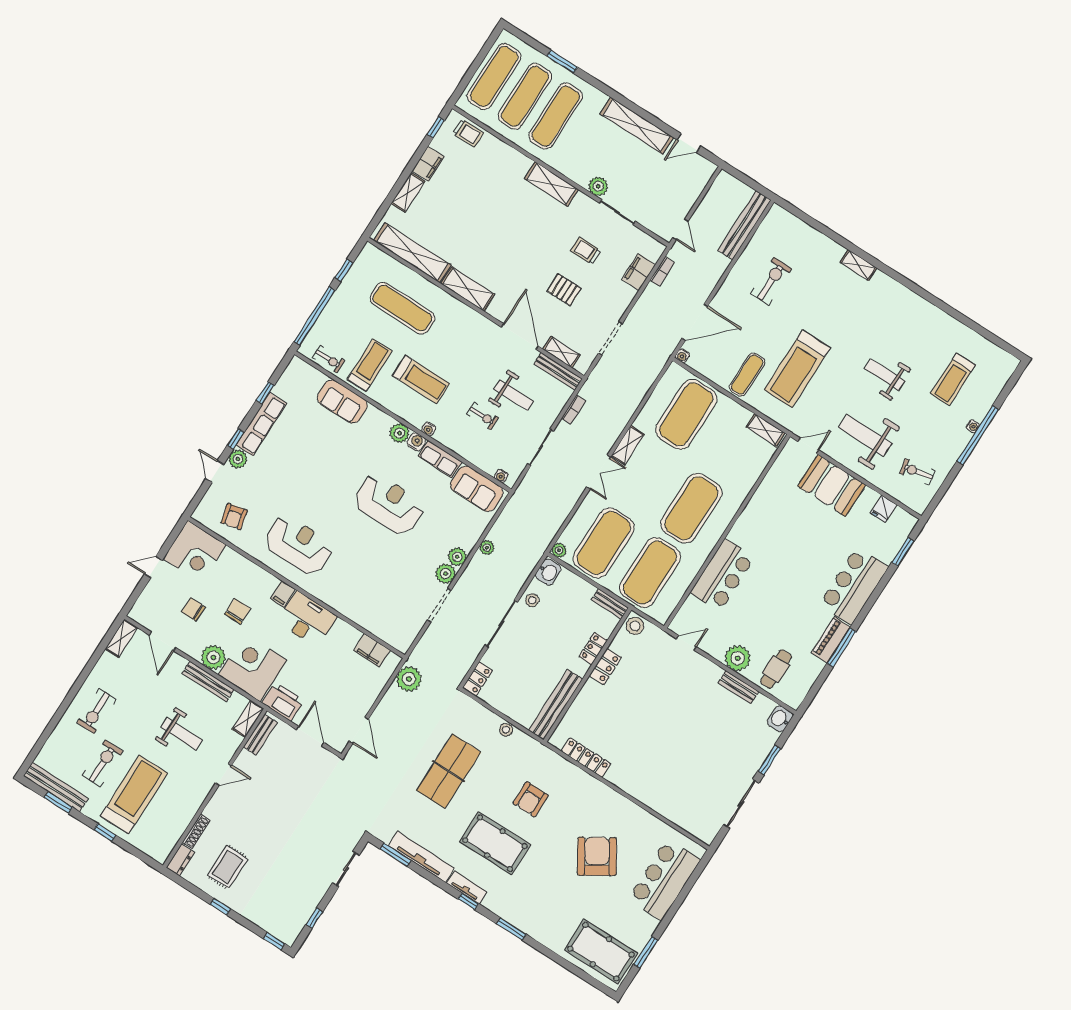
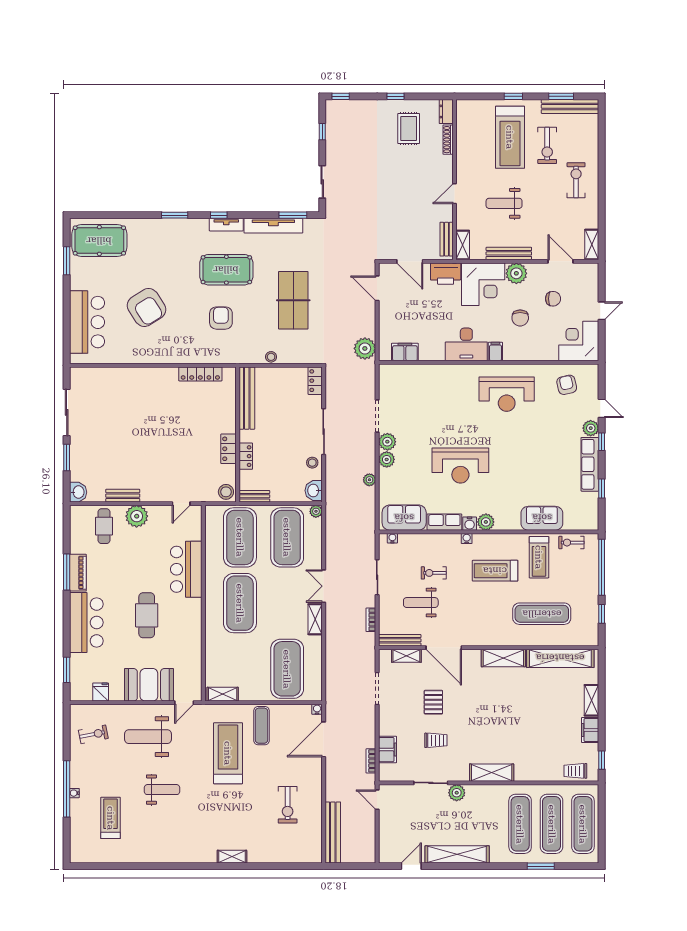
pallet: (564, 290) -> (433, 702), turned 90
weight bench: (865, 435) -> (148, 737), turned 180
cafe table: (790, 555) -> (147, 615), added

